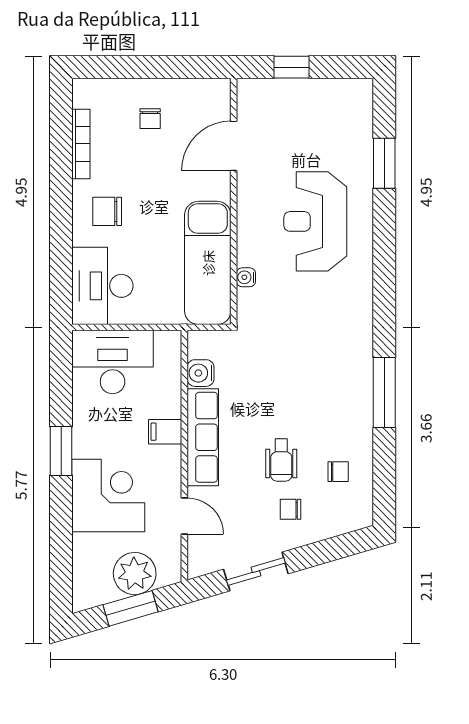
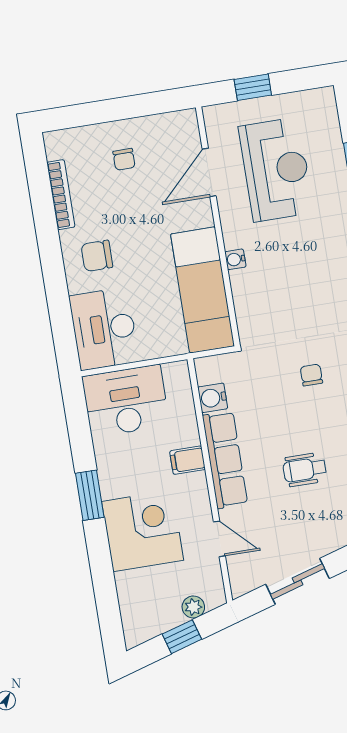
reception desk: (315, 221) -> (276, 170), moved, turned 180
water cooler: (246, 277) -> (235, 259), moved
wheelchair: (281, 460) -> (305, 469), turned 90
chair: (291, 509) -> (311, 375), moved, turned 90
plant: (135, 574) -> (193, 607), width x0.53, depth x0.53
window: (131, 608) -> (182, 637), width x0.67

